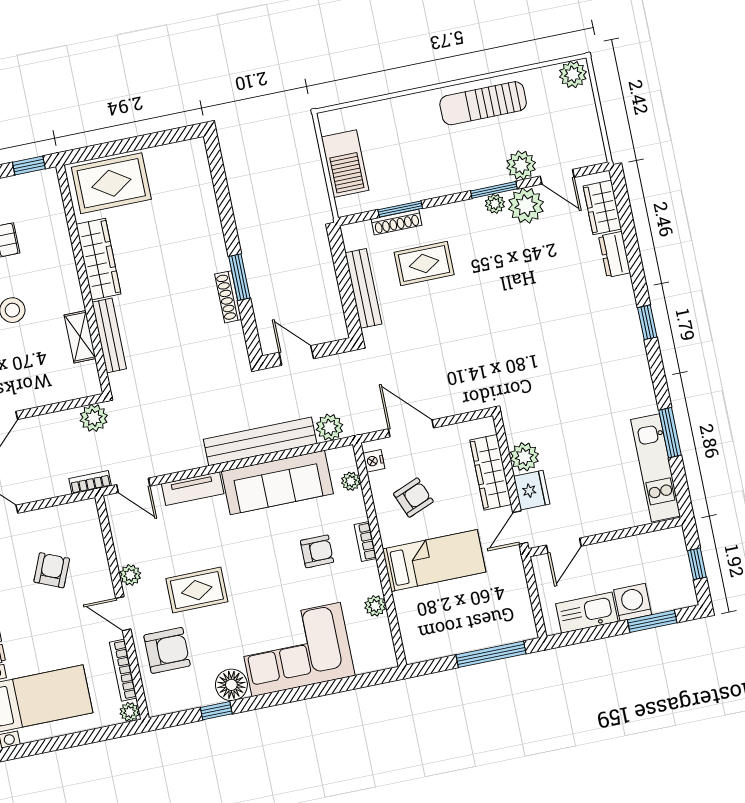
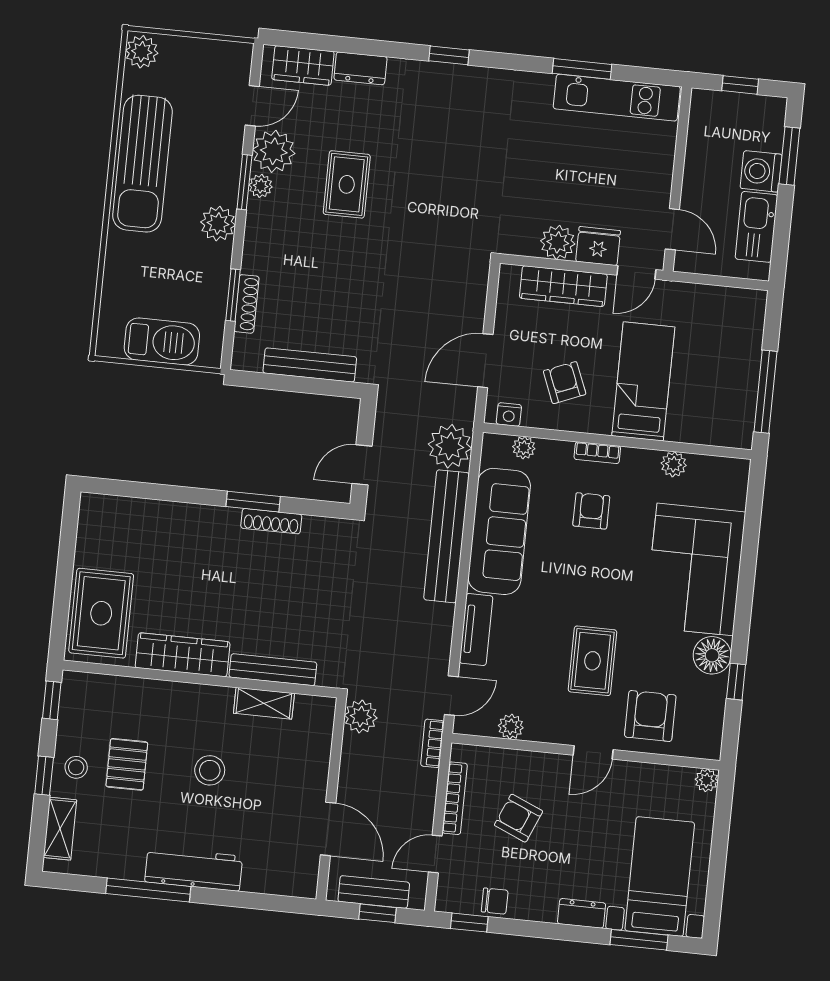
sun lounger: (483, 103) -> (143, 164), width x1.36, depth x1.34
plant: (521, 165) -> (218, 224), moved
rug: (424, 264) -> (347, 184), moved
plant: (330, 427) -> (450, 446), width x1.36, depth x1.36
door: (520, 528) -> (636, 272), hinge flipped
plant: (130, 575) -> (511, 727), moved
window: (491, 654) -> (765, 392), moved
bookcase: (123, 670) -> (455, 798), moved, turned -90

